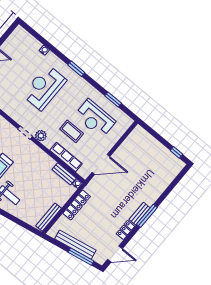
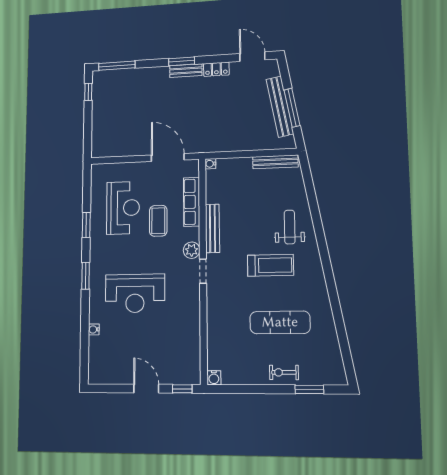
window: (113, 99) -> (86, 225), moved
bench: (64, 174) -> (212, 228), moved, width x1.36
window: (177, 180) -> (117, 66), added
locker: (77, 205) -> (235, 144), removed
window: (147, 216) -> (182, 61), width x0.69
window: (81, 257) -> (292, 108), moved

